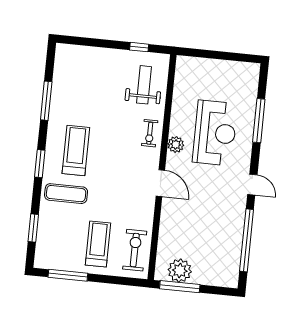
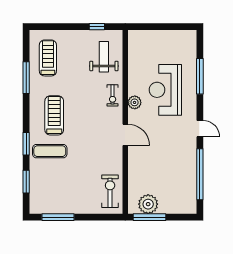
reception desk: (215, 133) -> (165, 90), turned 180
window: (40, 164) -> (26, 144), moved
treadmill: (98, 244) -> (48, 58), moved

